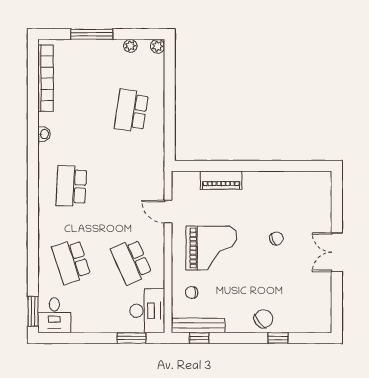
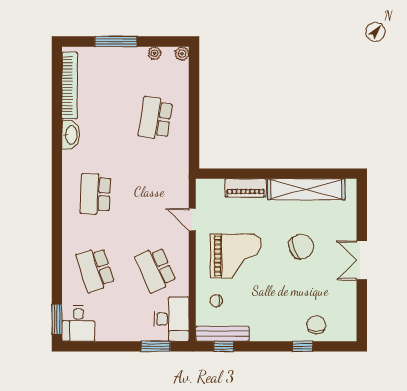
washbasin: (44, 134) -> (71, 135), width x1.91, depth x1.45
shelving: (282, 181) -> (306, 189), added
chair: (276, 238) -> (301, 246), width x1.87, depth x1.87
chair: (263, 319) -> (316, 325), moved, turned -53

